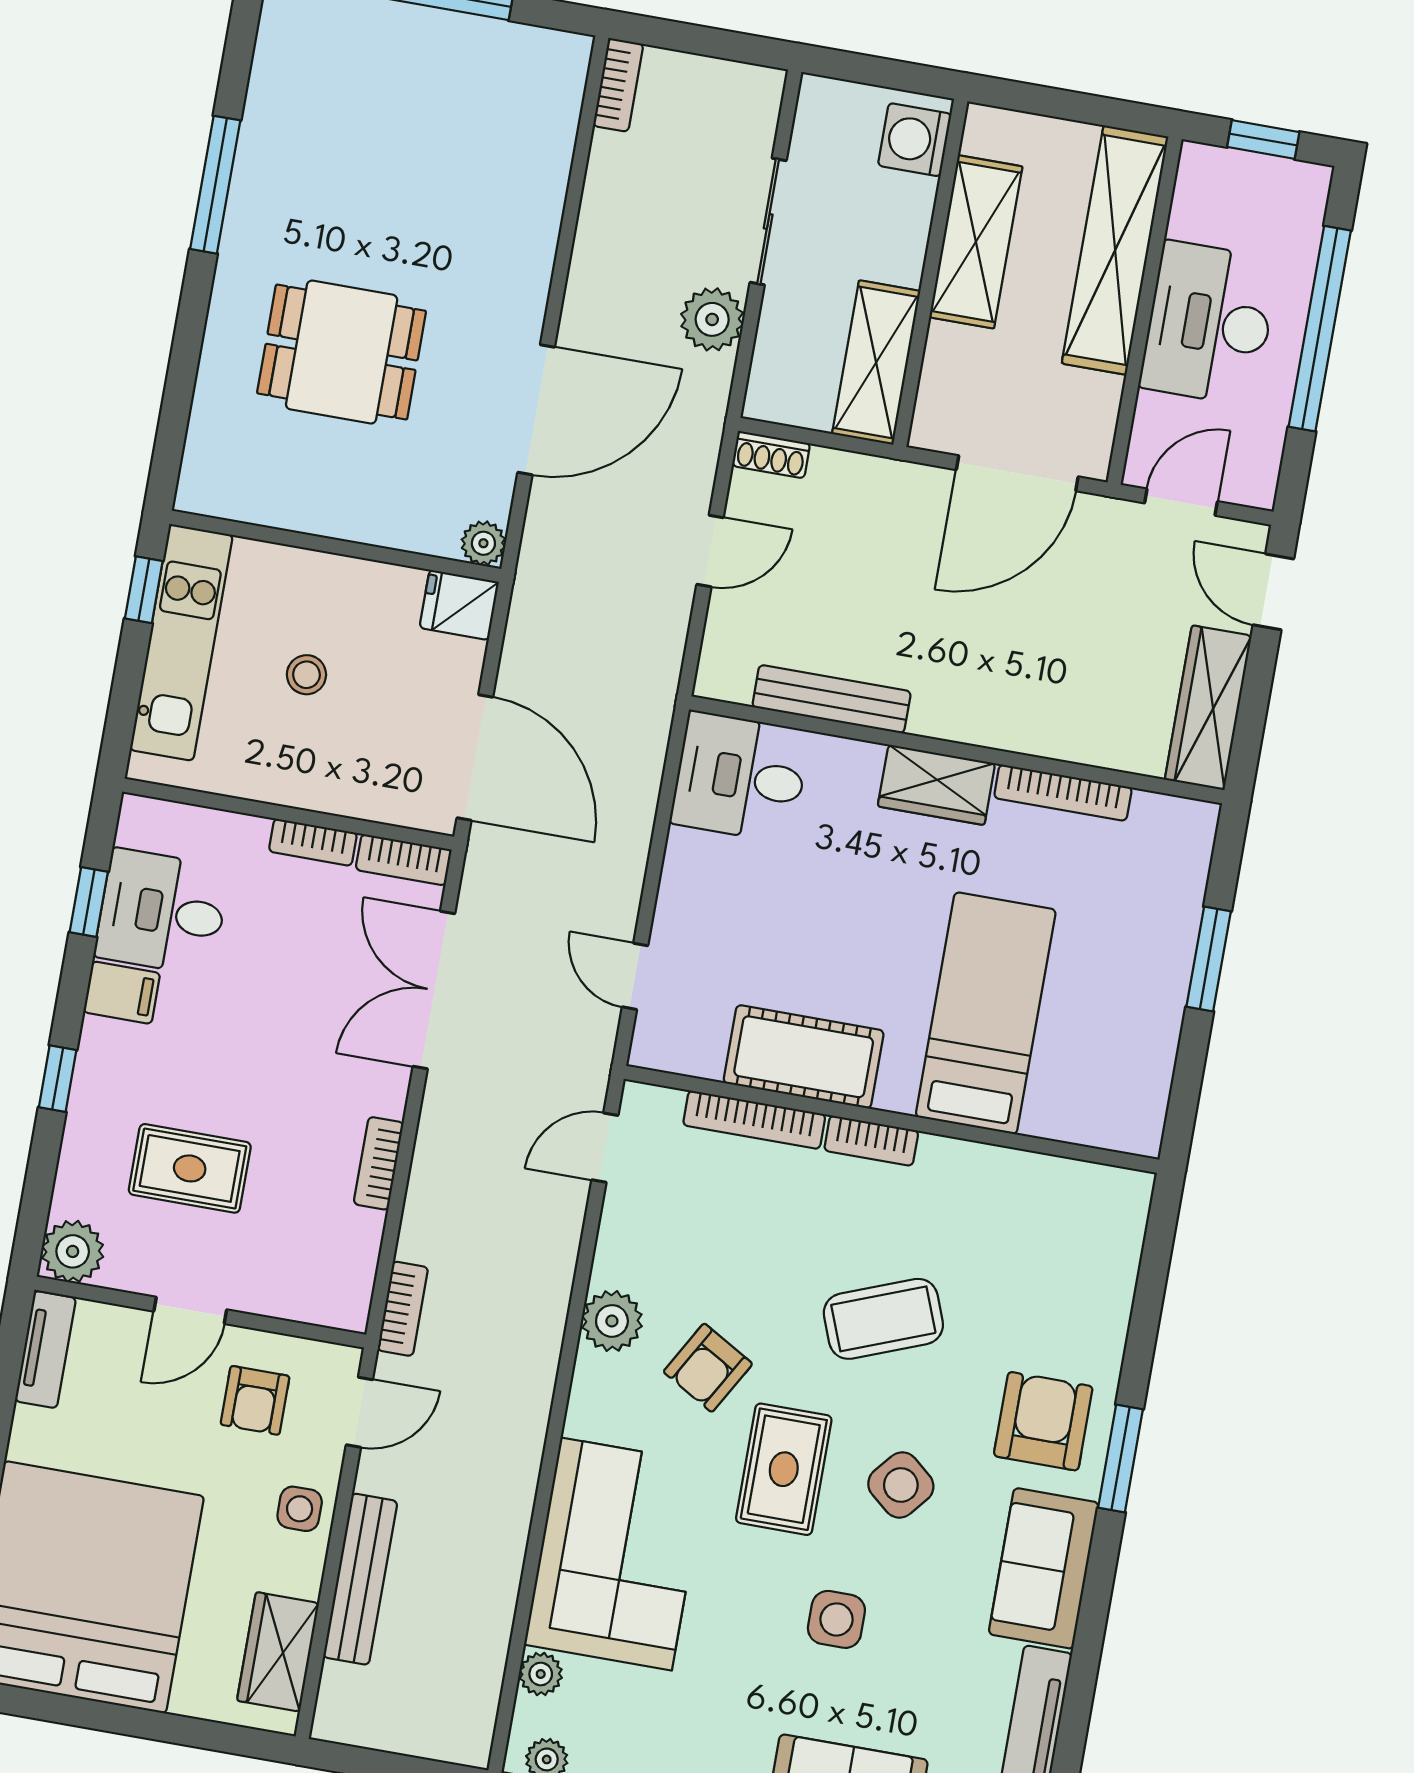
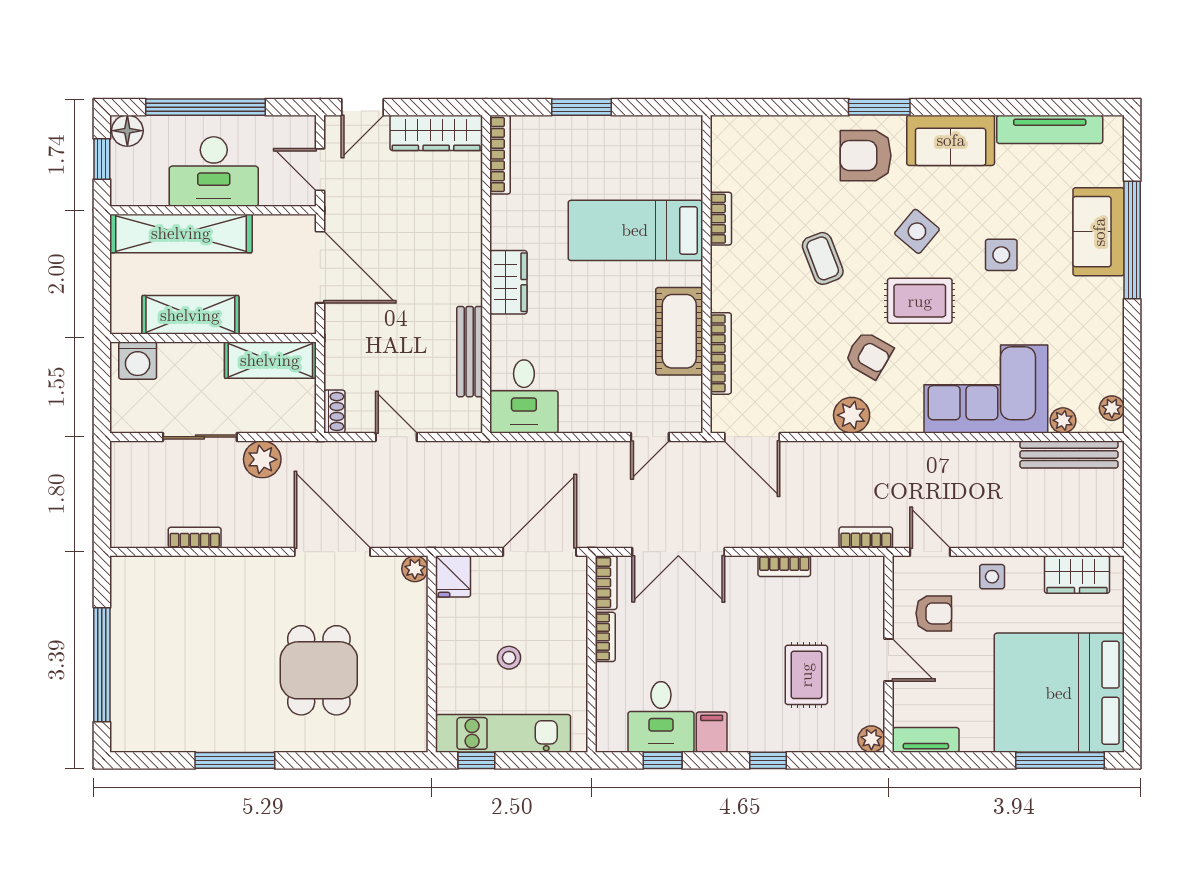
bookcase: (618, 85) -> (195, 538), moved
floor lamp: (1303, 190) -> (127, 131), added
bookcase: (1063, 793) -> (500, 155), moved
bookcase: (871, 1141) -> (721, 219), moved
door: (605, 1148) -> (752, 437), width x1.38
plant: (73, 1251) -> (871, 739), width x0.73, depth x0.73
coffee table: (883, 1319) -> (823, 258), width x0.73, depth x0.77
bench: (360, 1579) -> (1069, 454), moved

